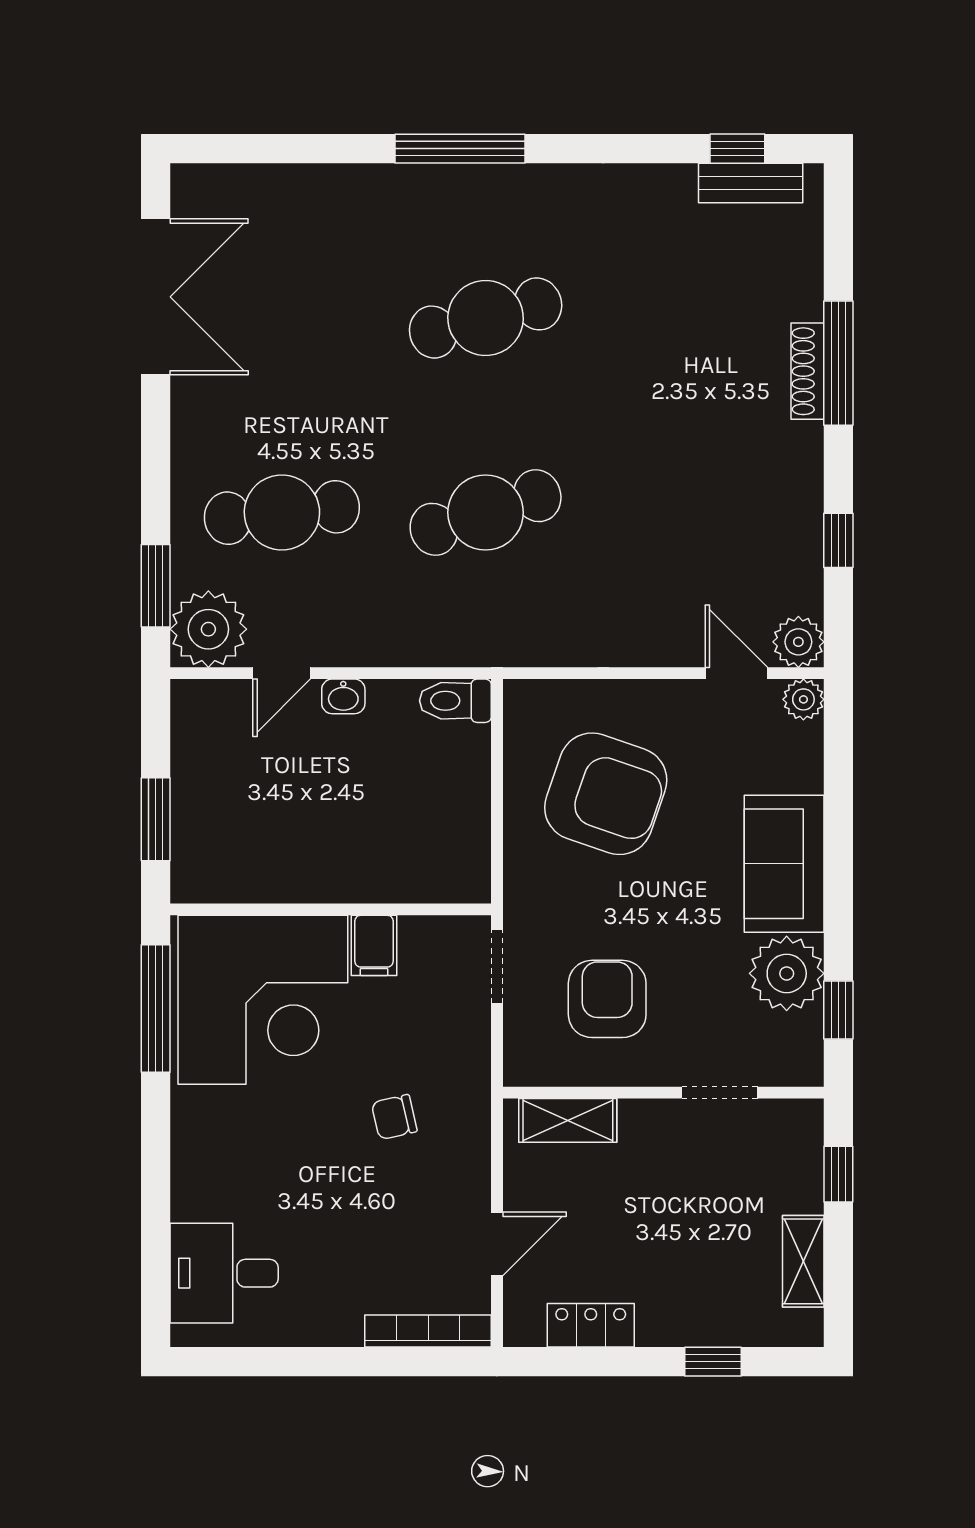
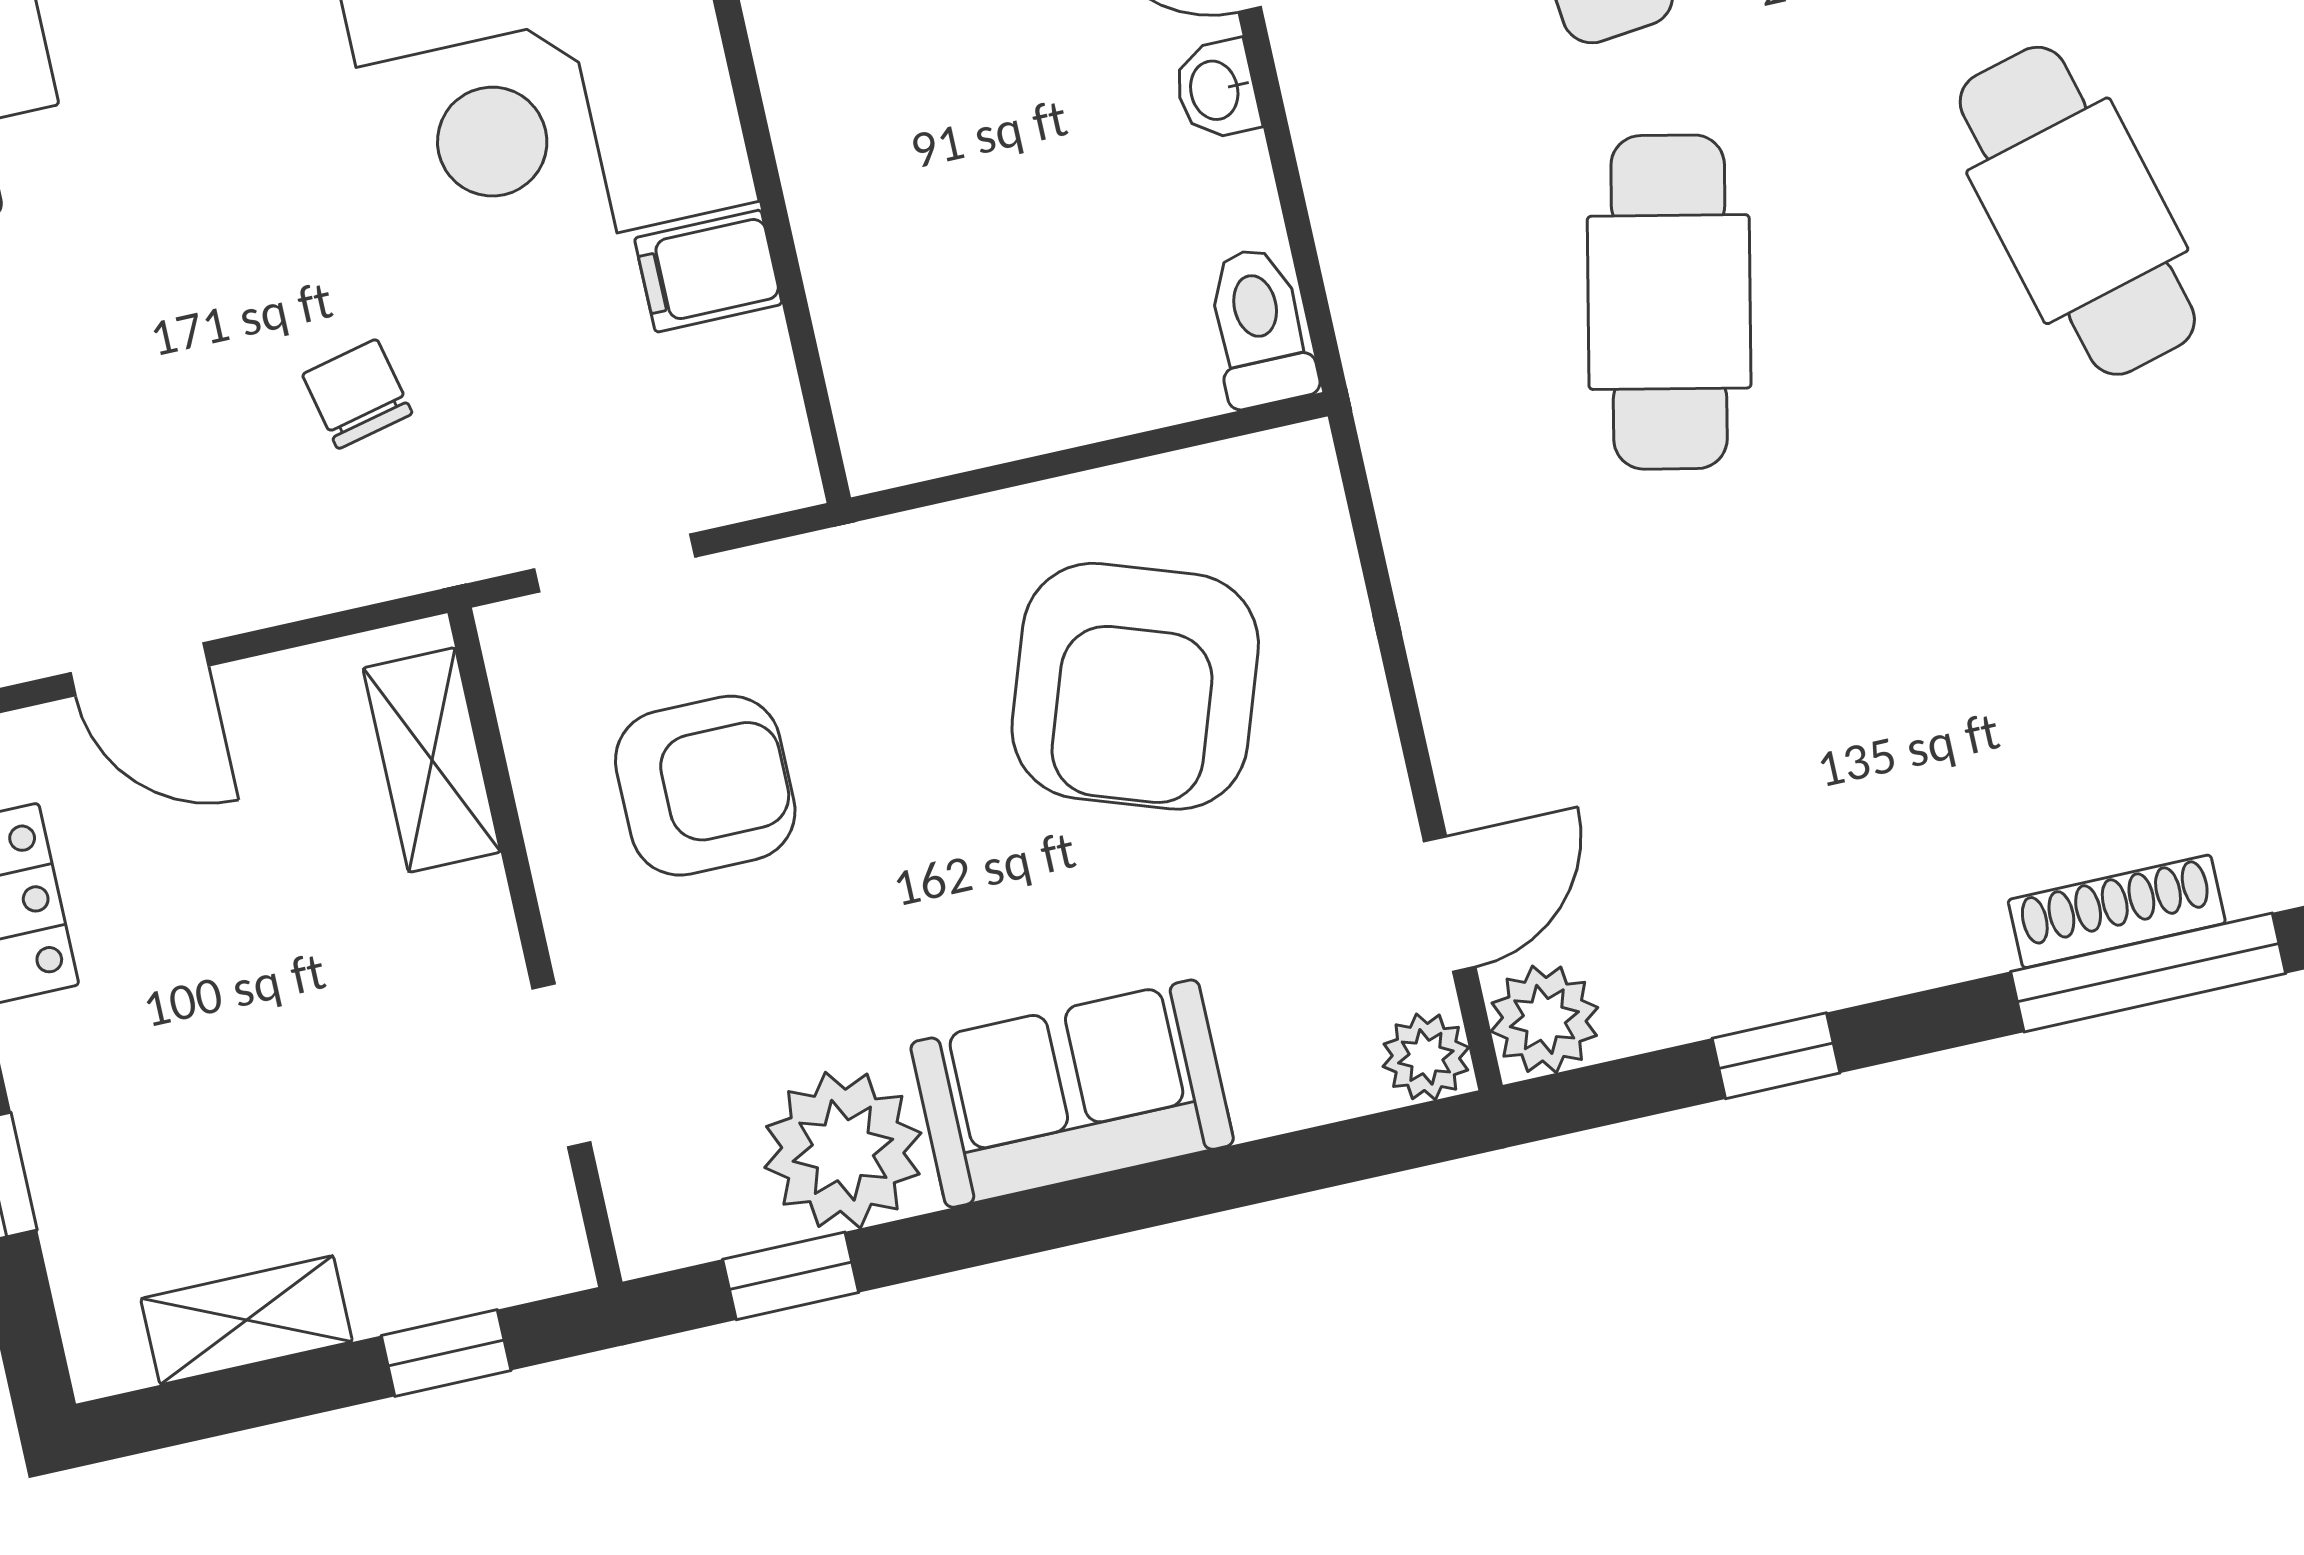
cafe table: (486, 512) -> (1669, 302), turned 30
doorway: (497, 966) -> (615, 563), moved

